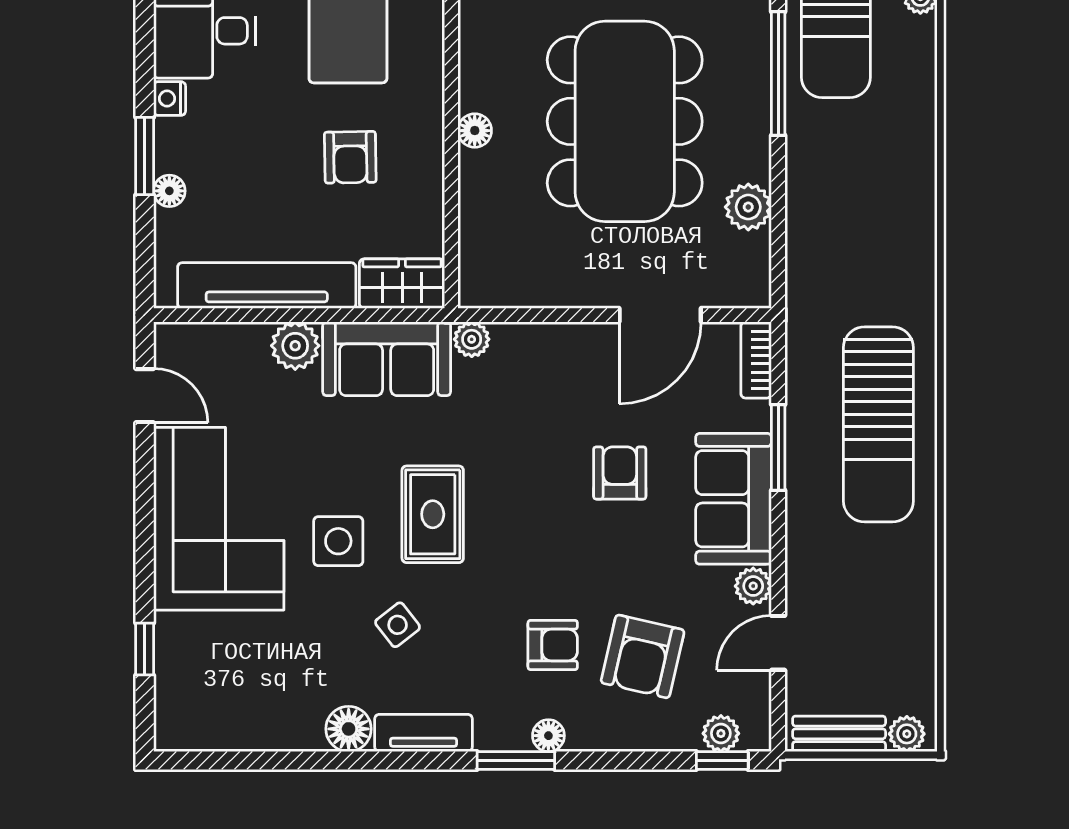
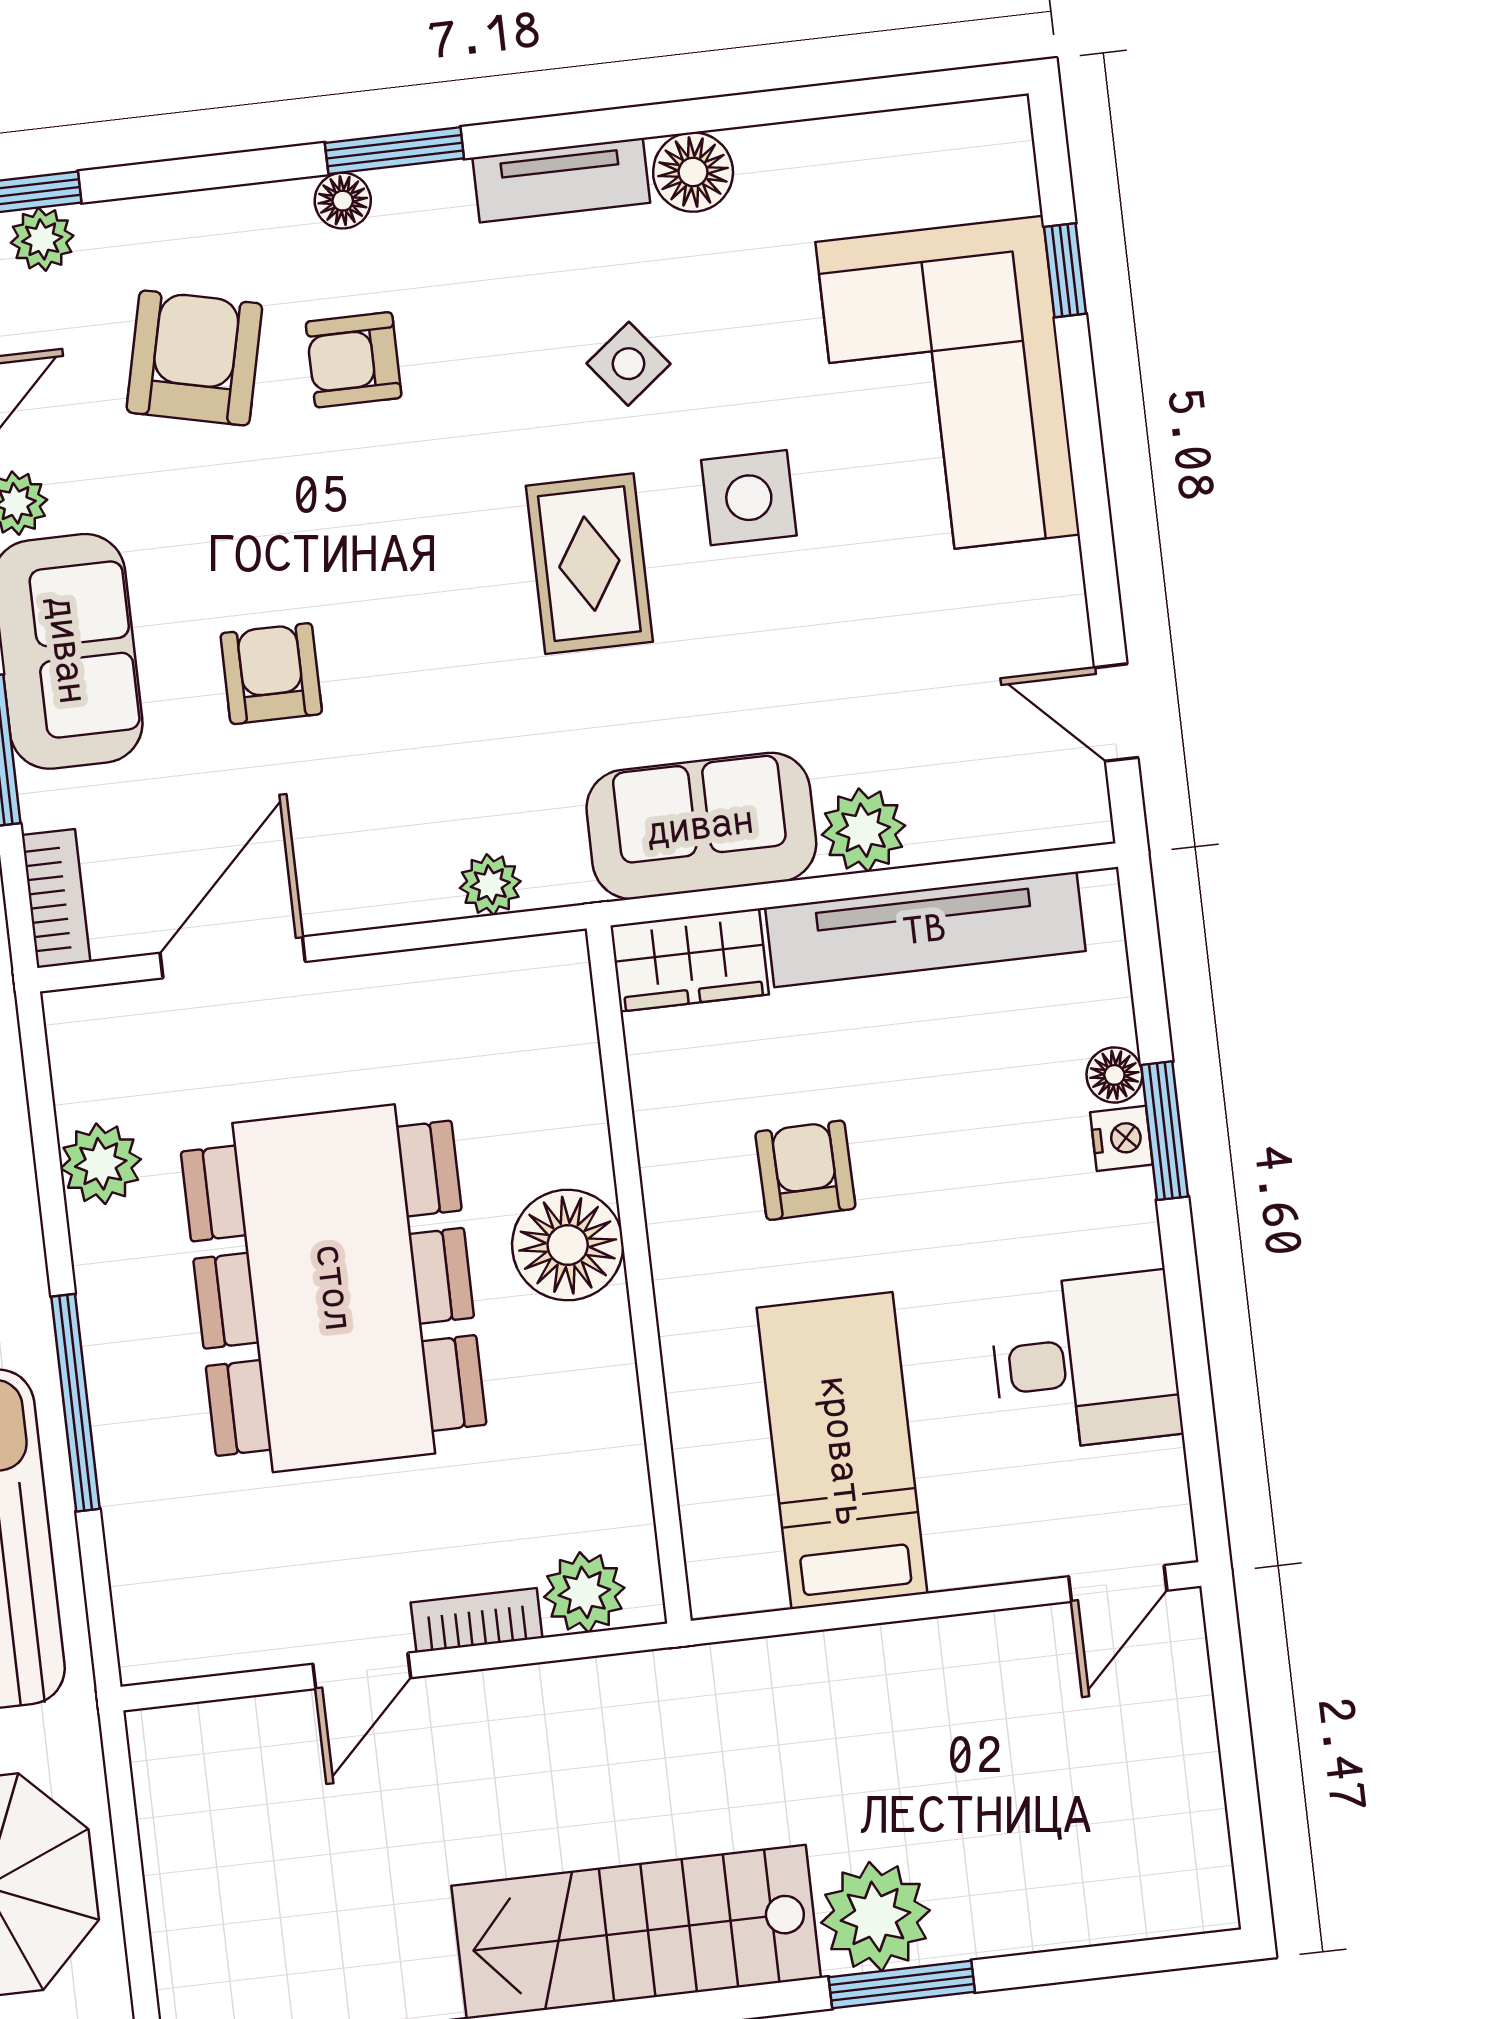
nightstand: (170, 99) -> (1121, 1138), moved
floor lamp: (475, 131) -> (568, 1245), width x1.89, depth x1.89
plant: (472, 339) -> (490, 885), moved
armchair: (620, 473) -> (271, 674), turned 180
corner sofa: (219, 519) -> (948, 388), moved

